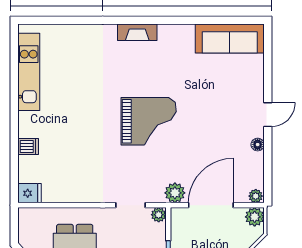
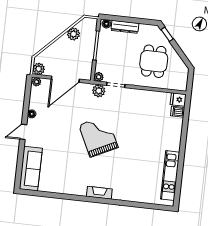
sofa: (230, 39) -> (31, 169), moved, turned 90
grand piano: (149, 121) -> (98, 136), turned 64
dishwasher: (28, 146) -> (178, 112), moved
plant: (175, 193) -> (99, 91), moved

